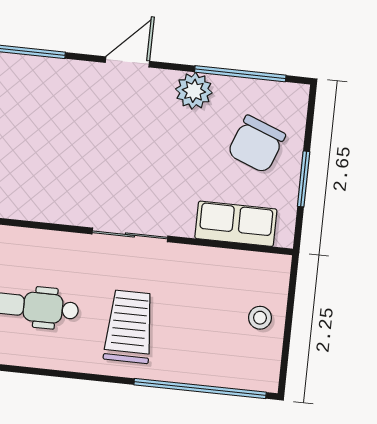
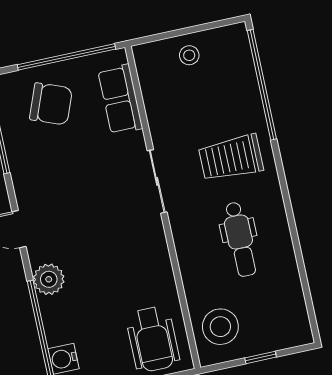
plant: (194, 91) -> (49, 279), moved
window: (304, 179) -> (66, 57), width x2.11

